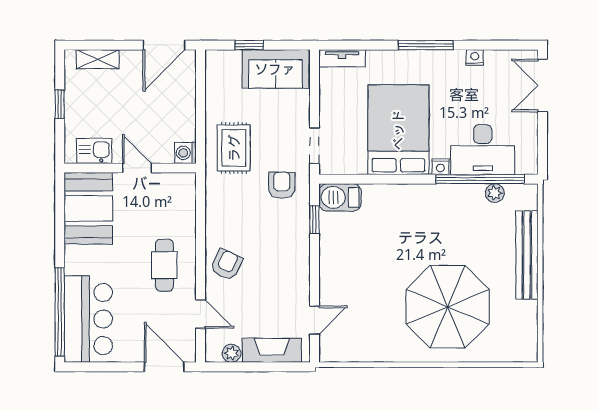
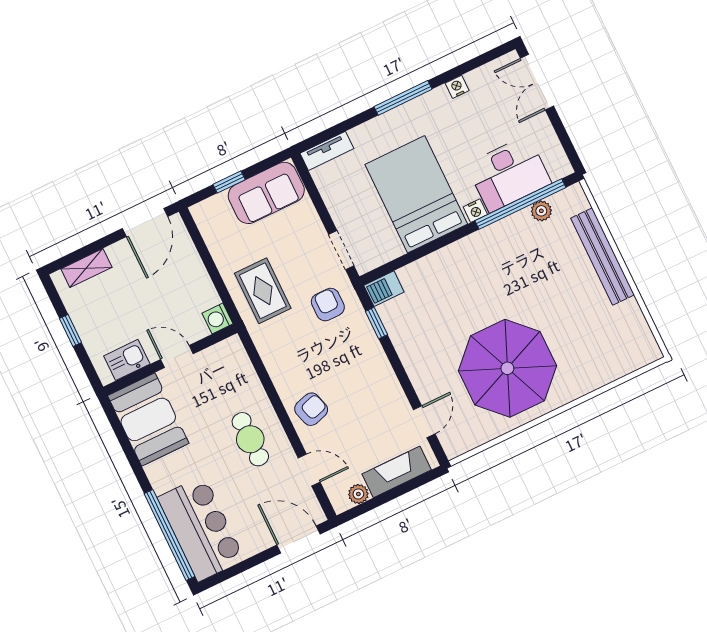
barbecue: (340, 197) -> (384, 289), width x0.73, depth x0.79
armchair: (226, 265) -> (311, 409), turned 48
parasol: (448, 307) -> (507, 368), moved

